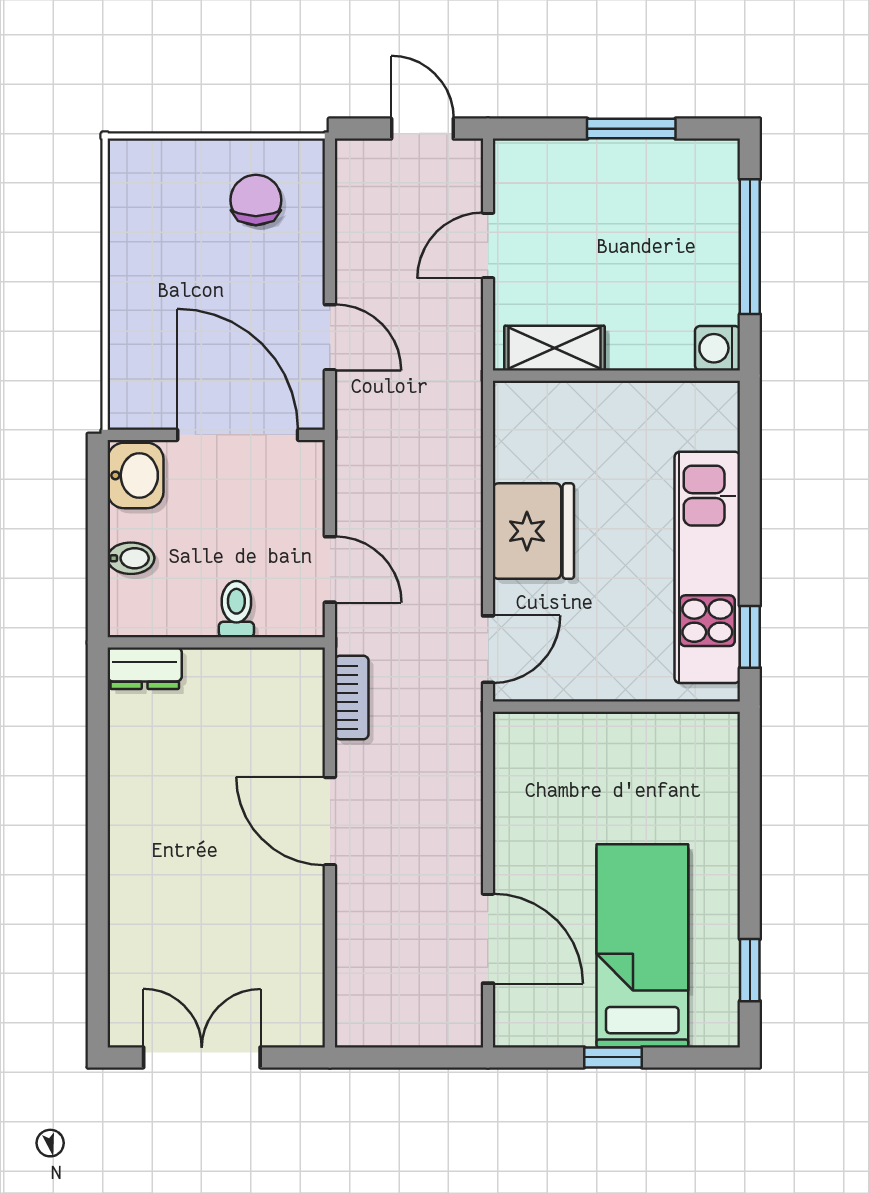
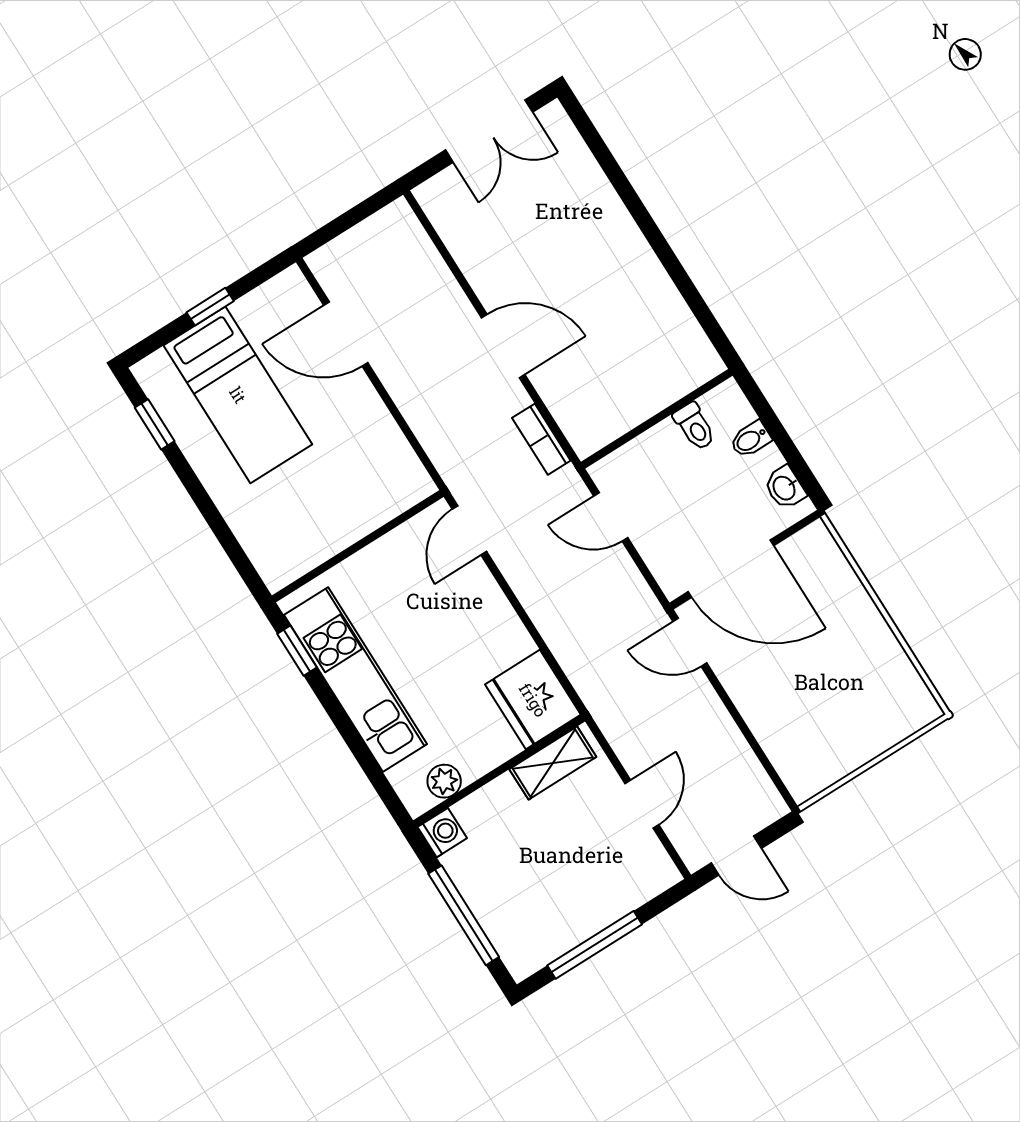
window: (631, 129) -> (595, 945), width x1.44
chair: (256, 200) -> (819, 736), removed
door: (330, 337) -> (690, 642), moved
plant: (681, 401) -> (444, 781), added
washbasin: (135, 475) -> (785, 488), width x0.72, depth x0.69
fridge: (533, 531) -> (533, 700), moved
toilet: (236, 609) -> (695, 426), moved
dresser: (145, 668) -> (694, 371), removed

